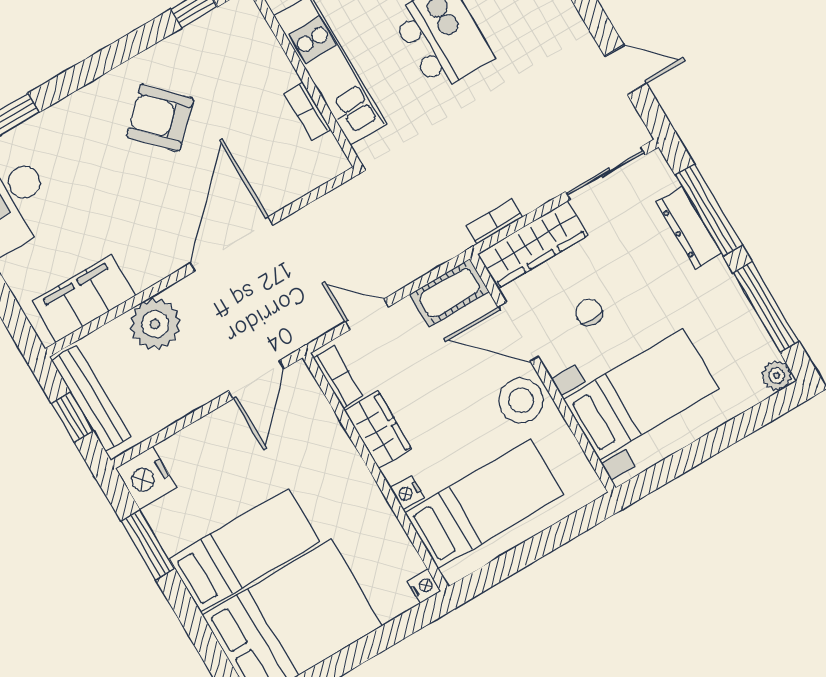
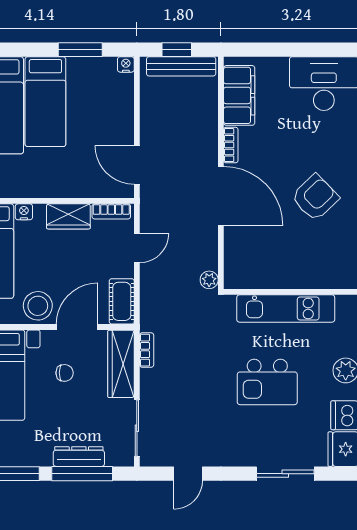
bookcase: (307, 111) -> (231, 145), moved, turned 90
plant: (155, 324) -> (209, 280), moved, width x0.53, depth x0.53
nightstand: (146, 478) -> (126, 64), width x0.53, depth x0.56

